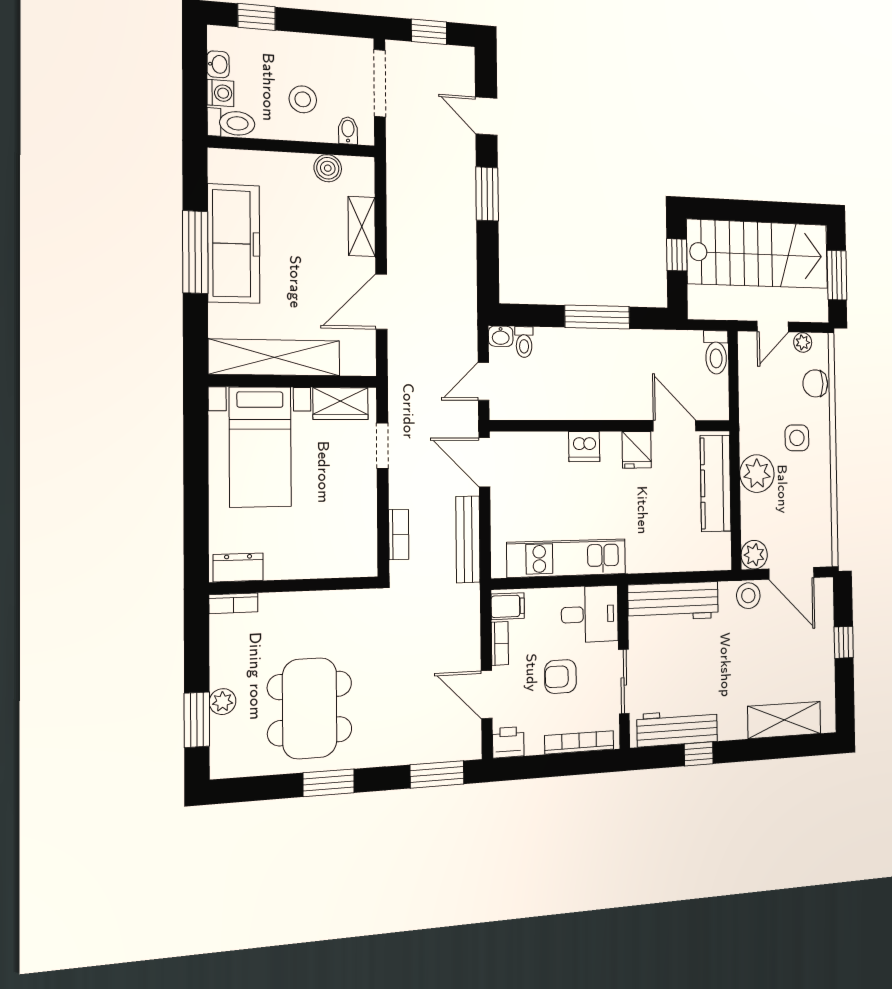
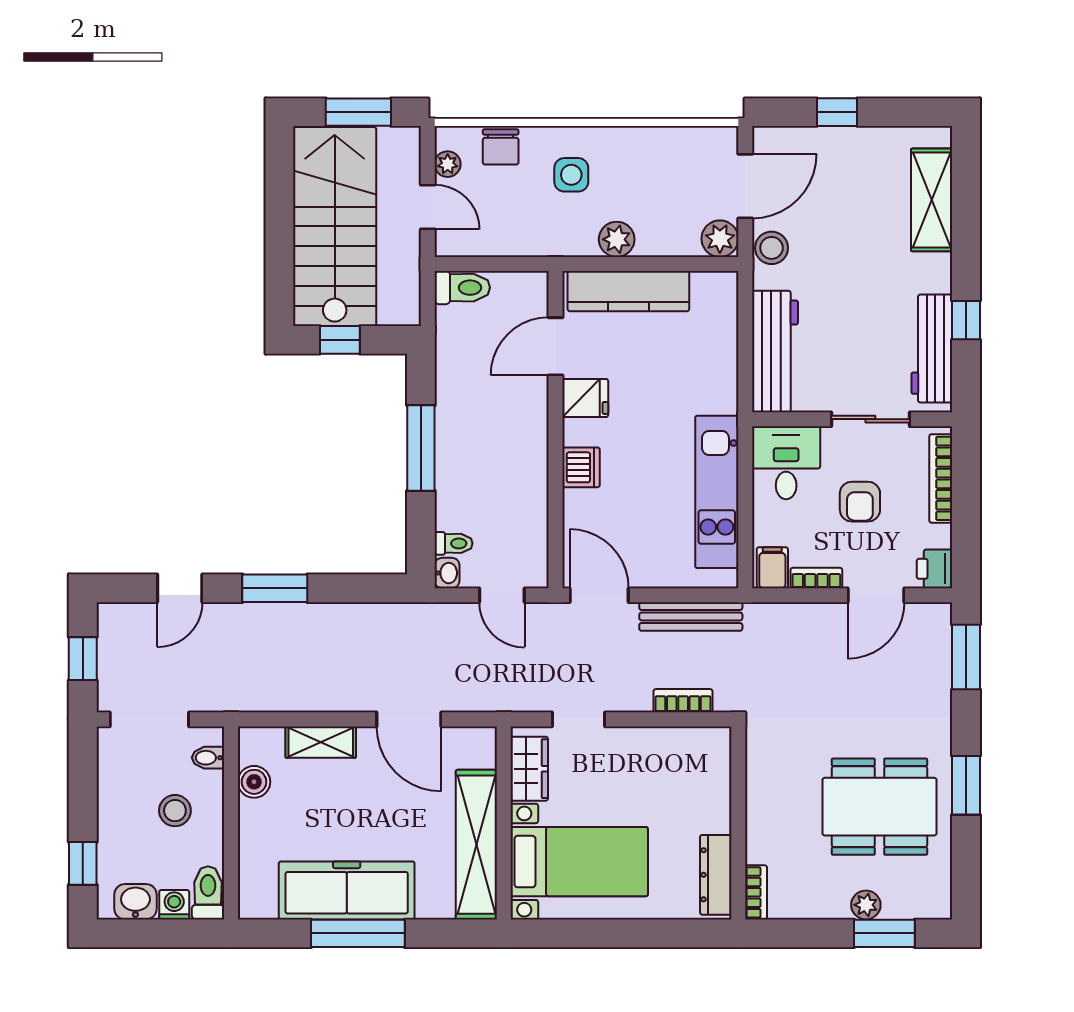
washbasin: (218, 64) -> (135, 902), width x1.38, depth x1.45
door: (484, 462) -> (599, 595), swing flipped
plant: (757, 474) -> (617, 239), width x0.73, depth x0.73
dresser: (238, 567) -> (716, 875), width x1.44

